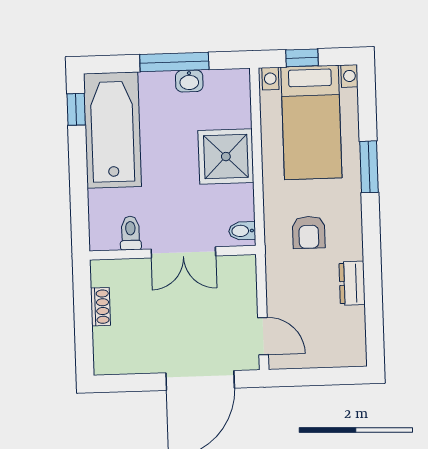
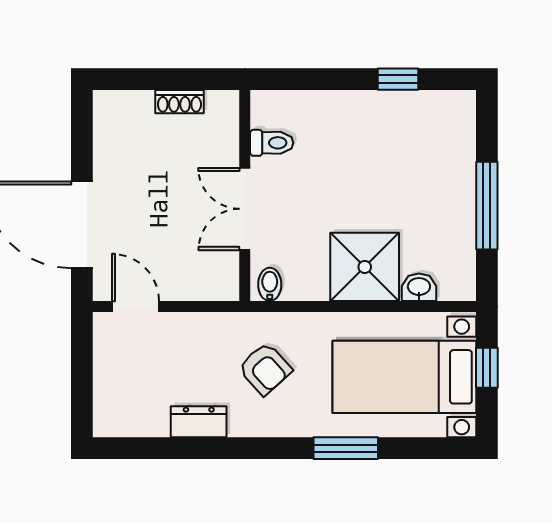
washbasin: (189, 81) -> (419, 287), moved, turned 90
window: (76, 109) -> (398, 79), moved
bathtub: (112, 130) -> (403, 124), removed
armchair: (309, 232) -> (265, 369), turned -132
door: (263, 336) -> (135, 307), swing flipped

